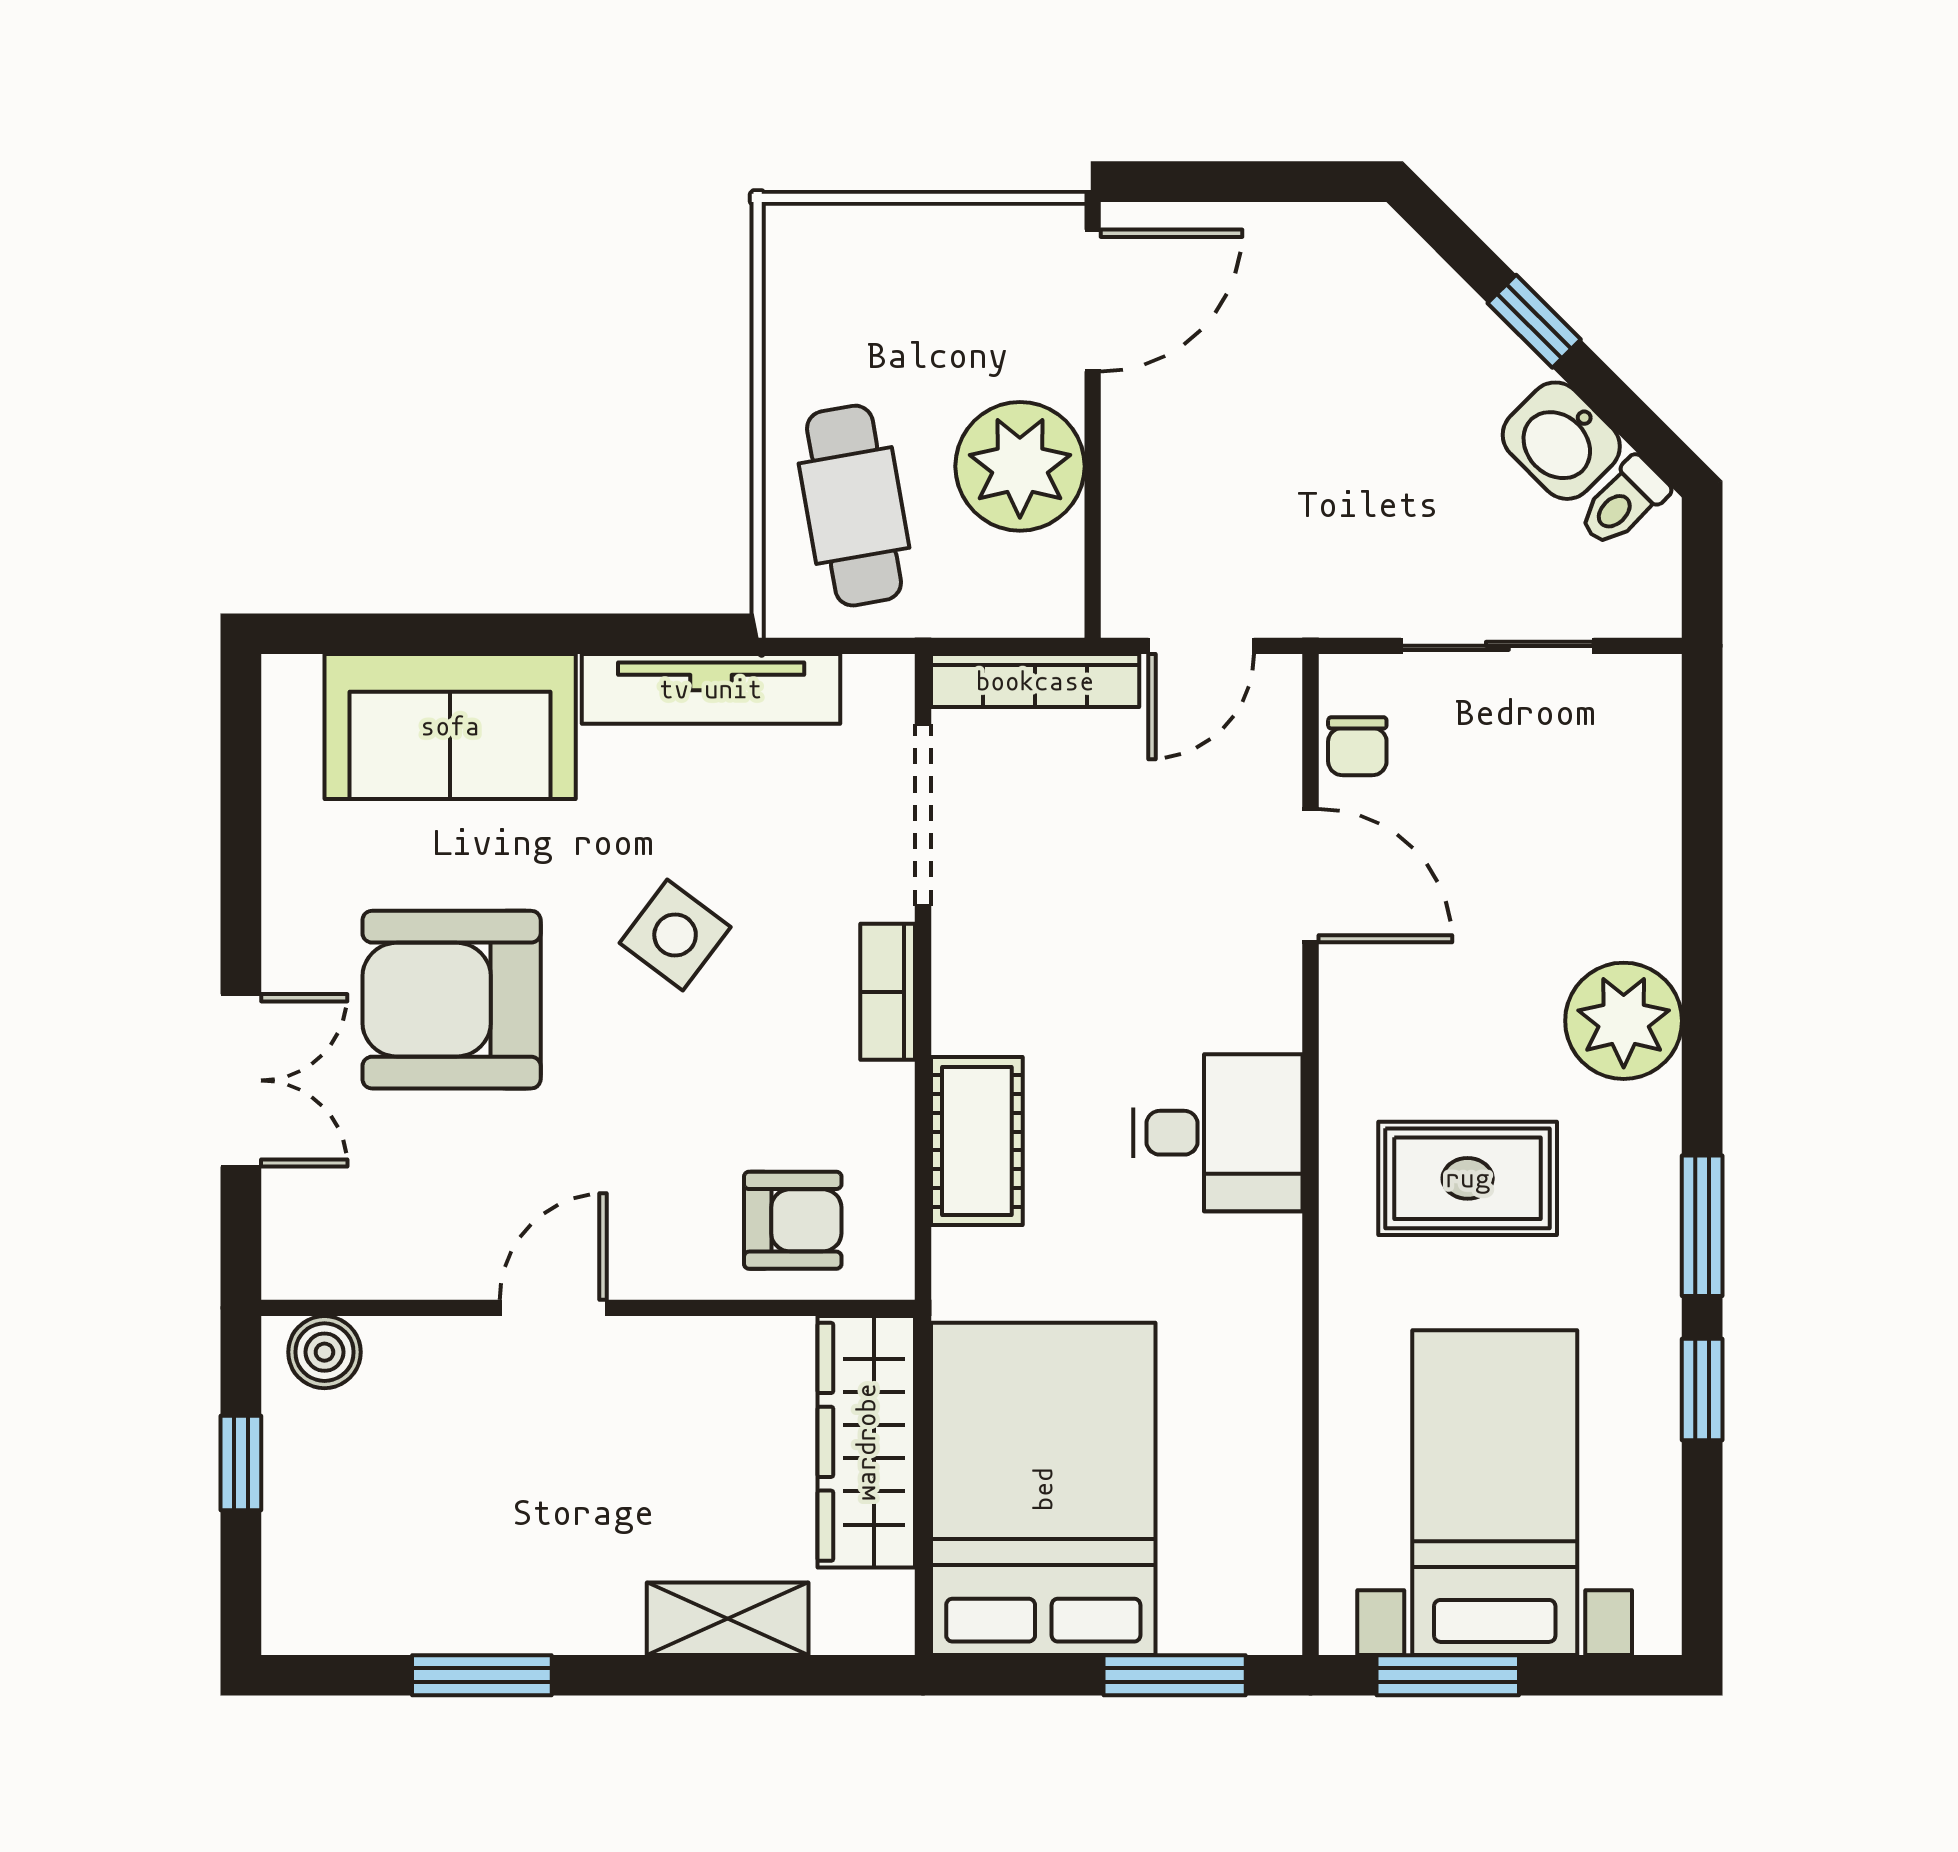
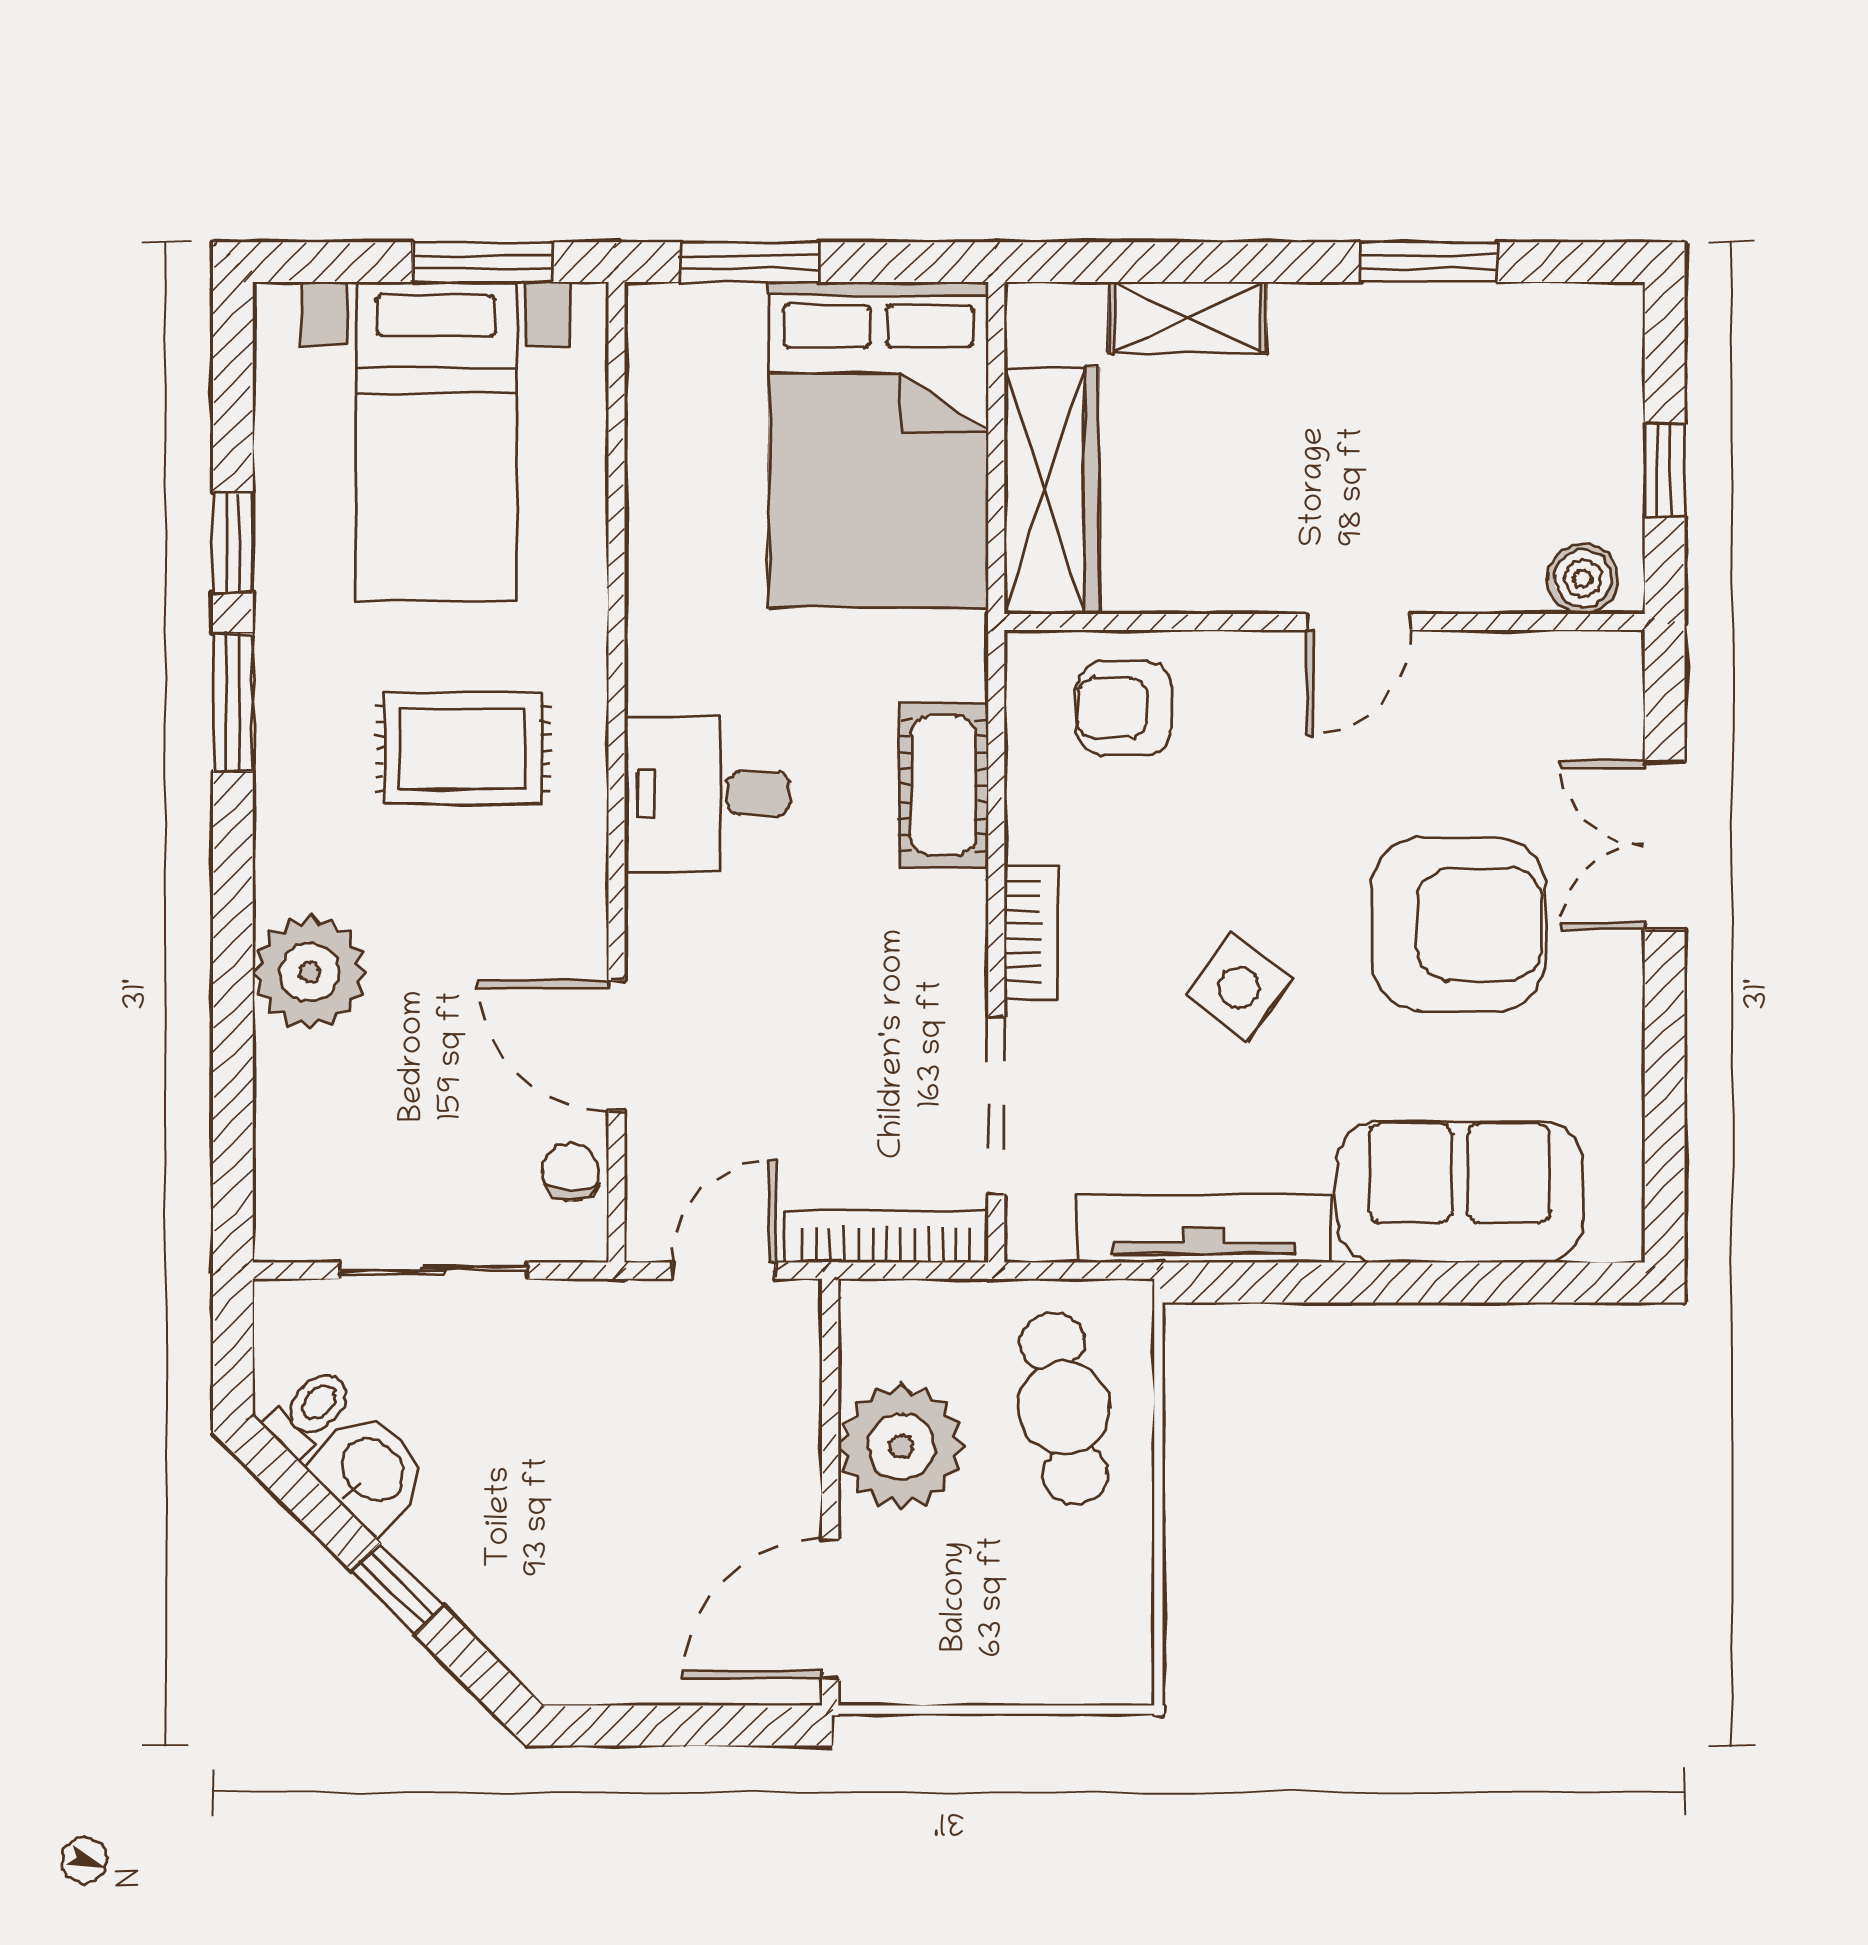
plant: (1624, 1021) -> (310, 972), moved

